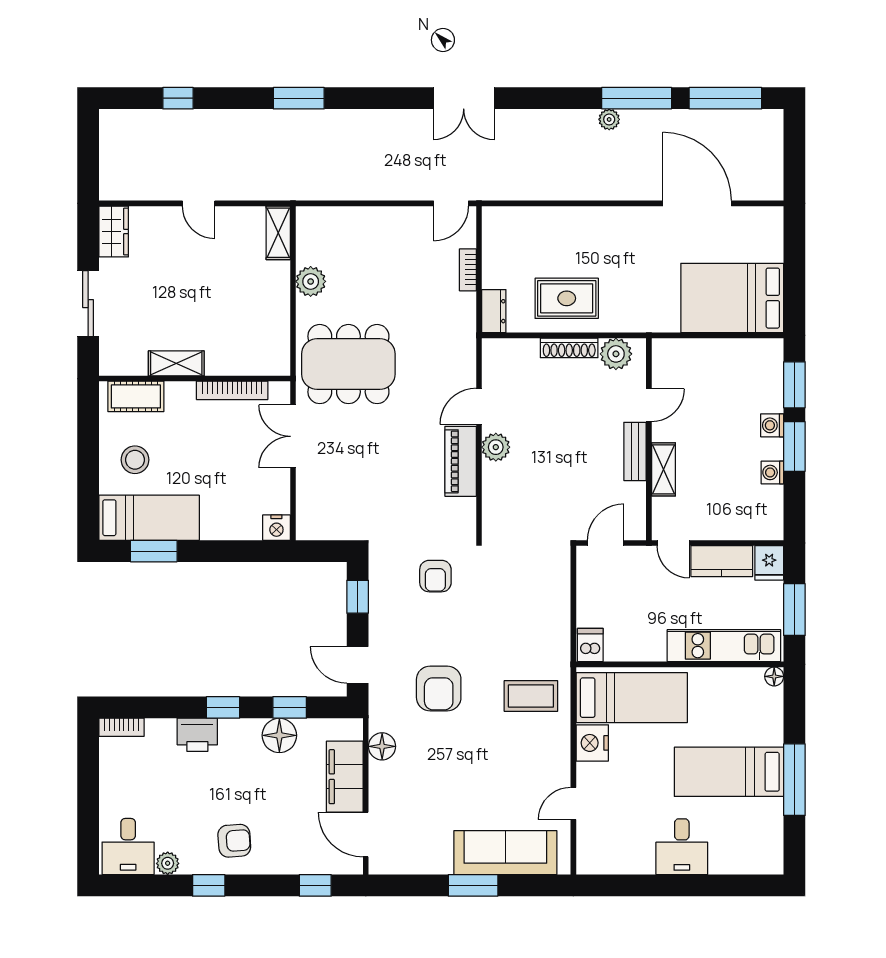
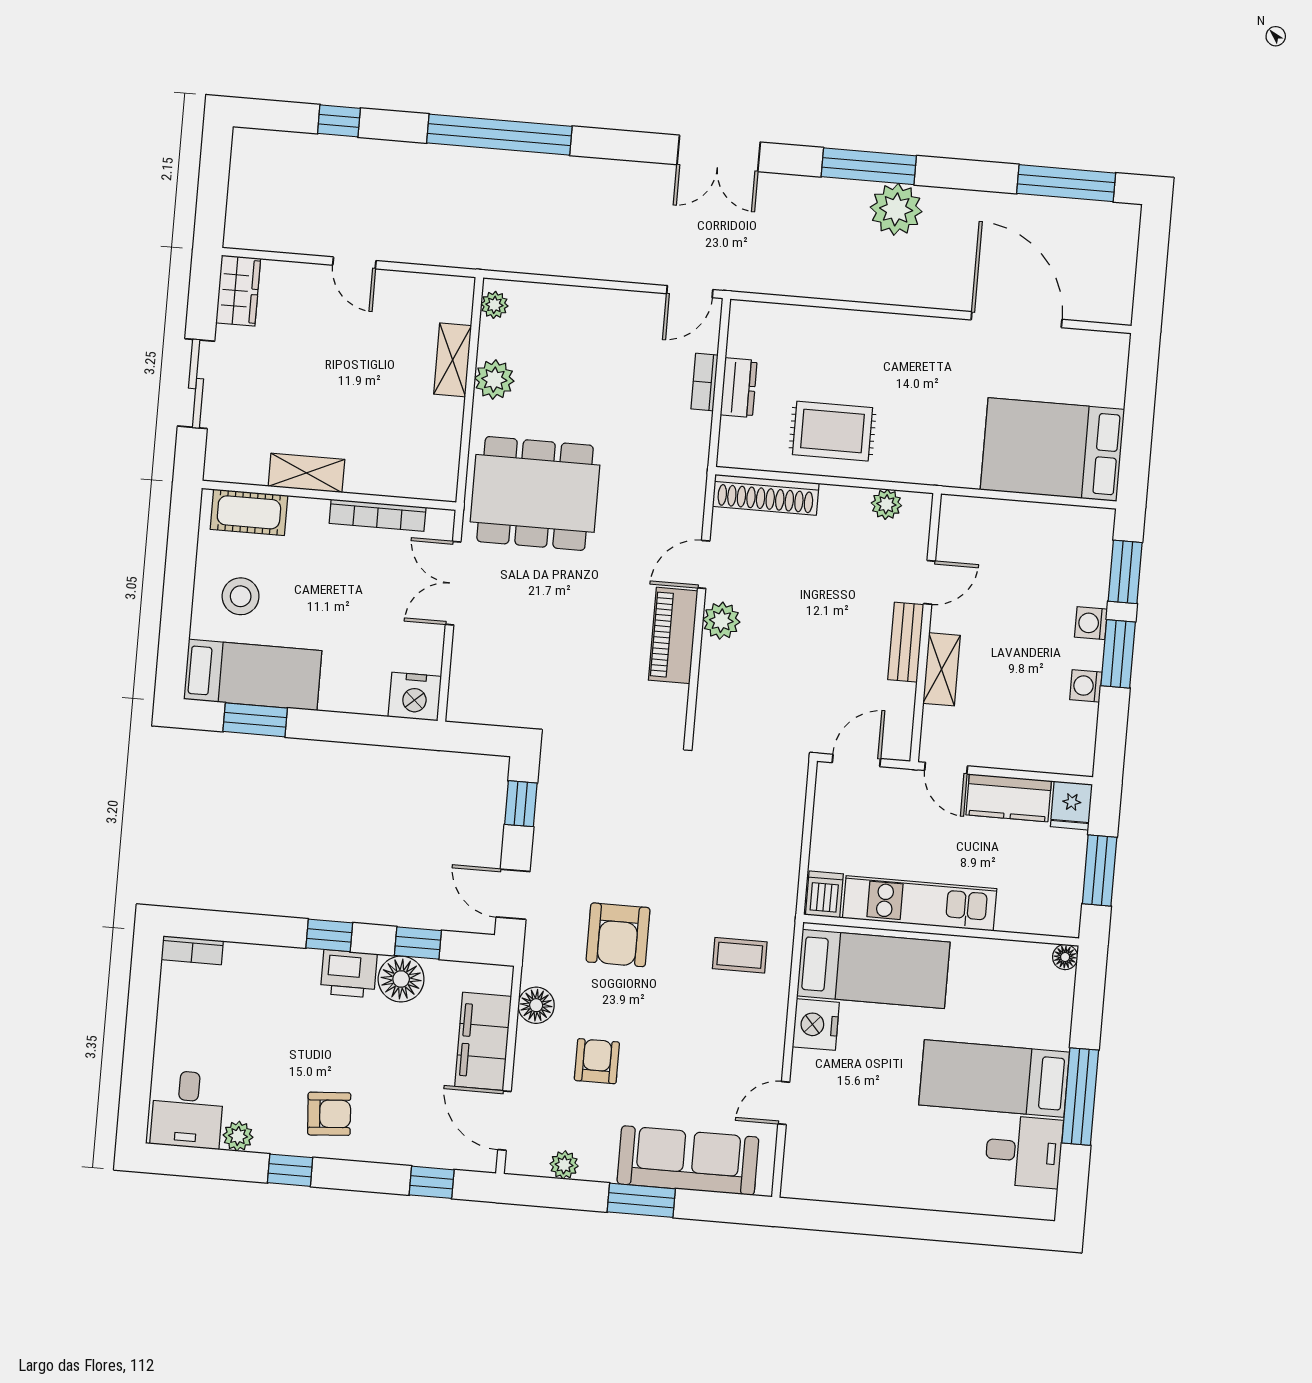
window: (299, 98) -> (499, 135), width x2.11
window: (637, 98) -> (869, 166), moved
plant: (609, 119) -> (896, 209), width x1.88, depth x1.88
plant: (306, 226) -> (494, 305), added
shelving: (278, 233) -> (453, 360), moved
dresser: (494, 311) -> (739, 388), moved
shoe rack: (569, 348) -> (766, 495), moved, width x1.36, depth x1.24
plant: (616, 354) -> (886, 504), width x0.73, depth x0.73
nightstand: (276, 528) -> (415, 697), width x1.36, depth x1.33
armchair: (435, 576) -> (597, 1061), moved, turned 180
kitchen unit: (724, 646) -> (920, 903), moved
coffee table: (531, 696) -> (740, 955), width x0.73, depth x0.77
printer: (197, 735) -> (349, 974), moved
desk: (682, 847) -> (1024, 1152), moved, turned -90
plant: (413, 864) -> (564, 1165), added

